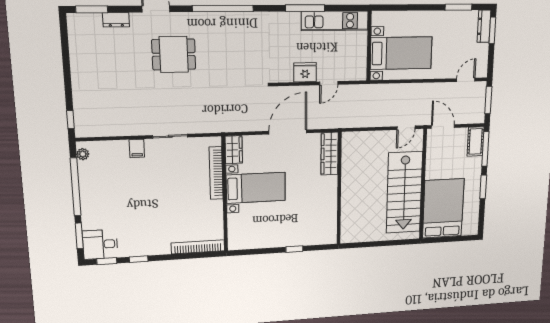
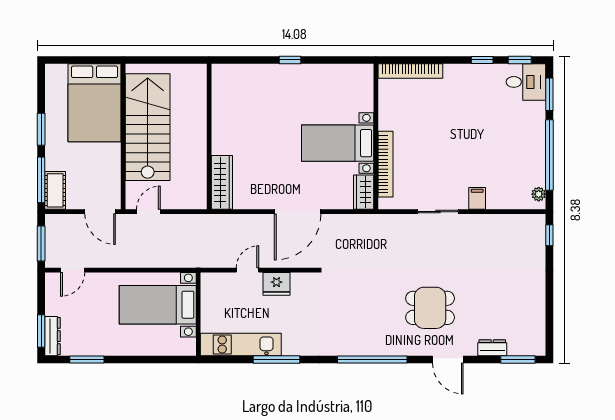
wardrobe: (330, 154) -> (222, 182), moved
wall: (339, 189) -> (209, 136), moved

